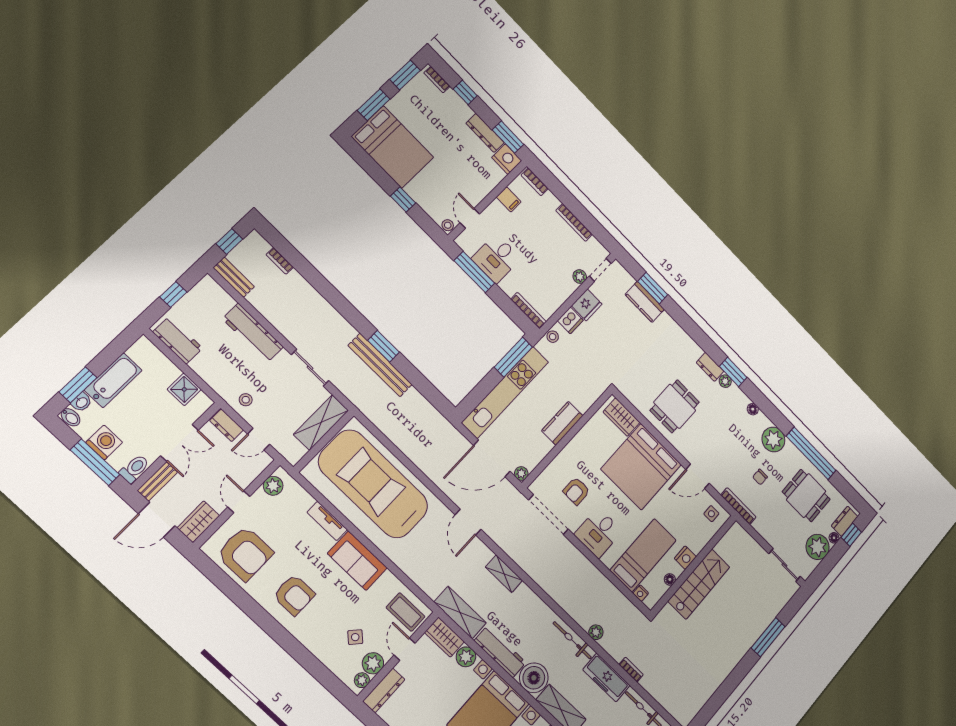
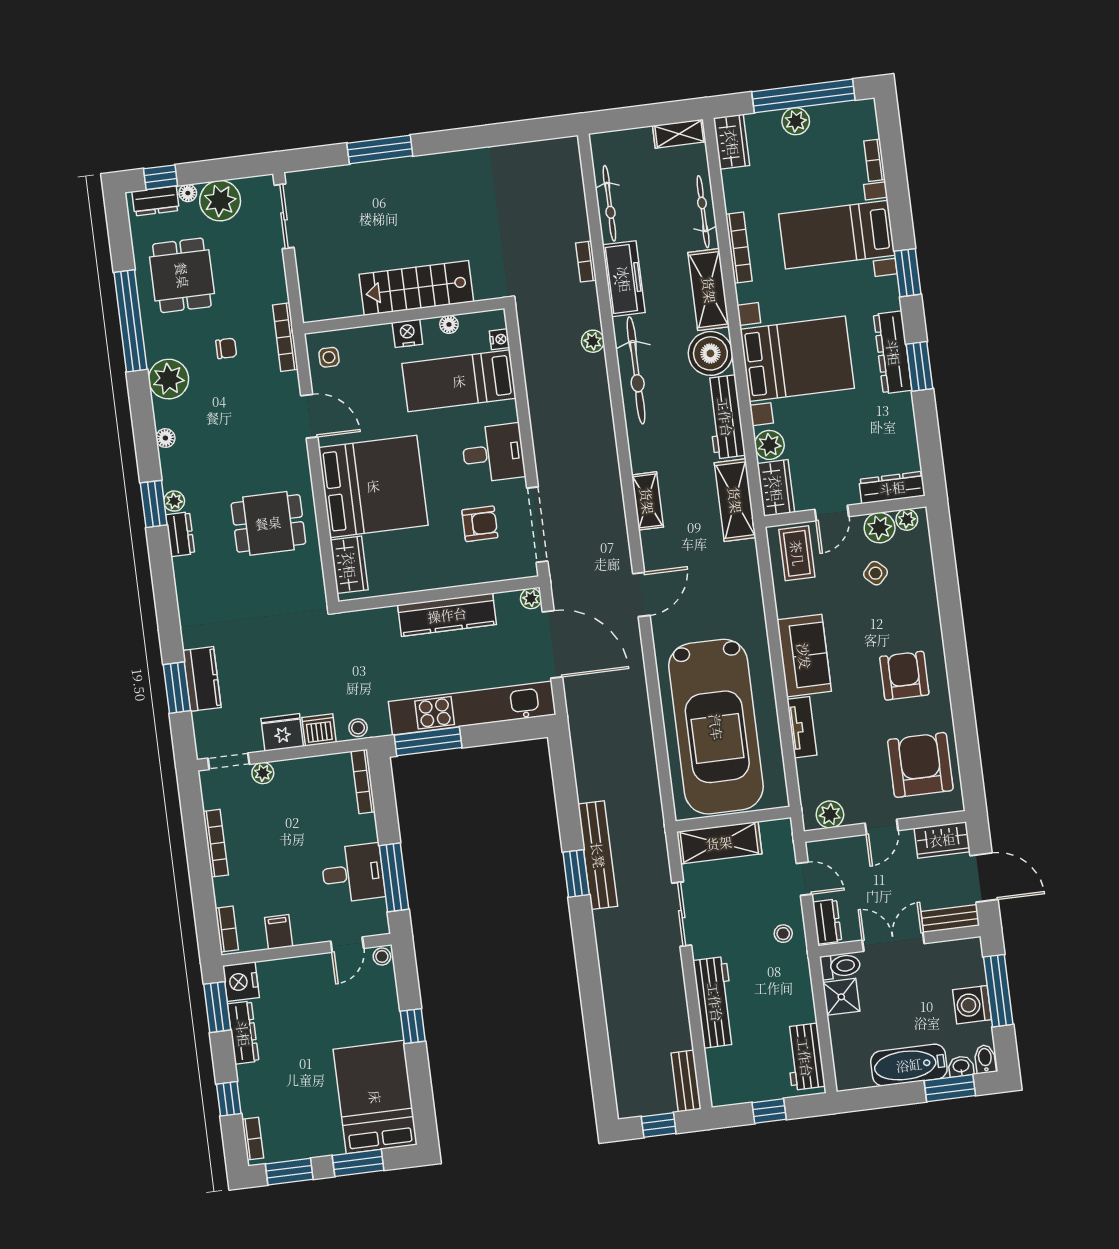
bookcase: (280, 261) -> (618, 1061), removed
kitchen counter: (562, 423) -> (447, 615), width x1.50
toilet: (134, 469) -> (840, 966), moved, turned 180
bicycle: (572, 640) -> (636, 370), width x1.37, depth x1.40

